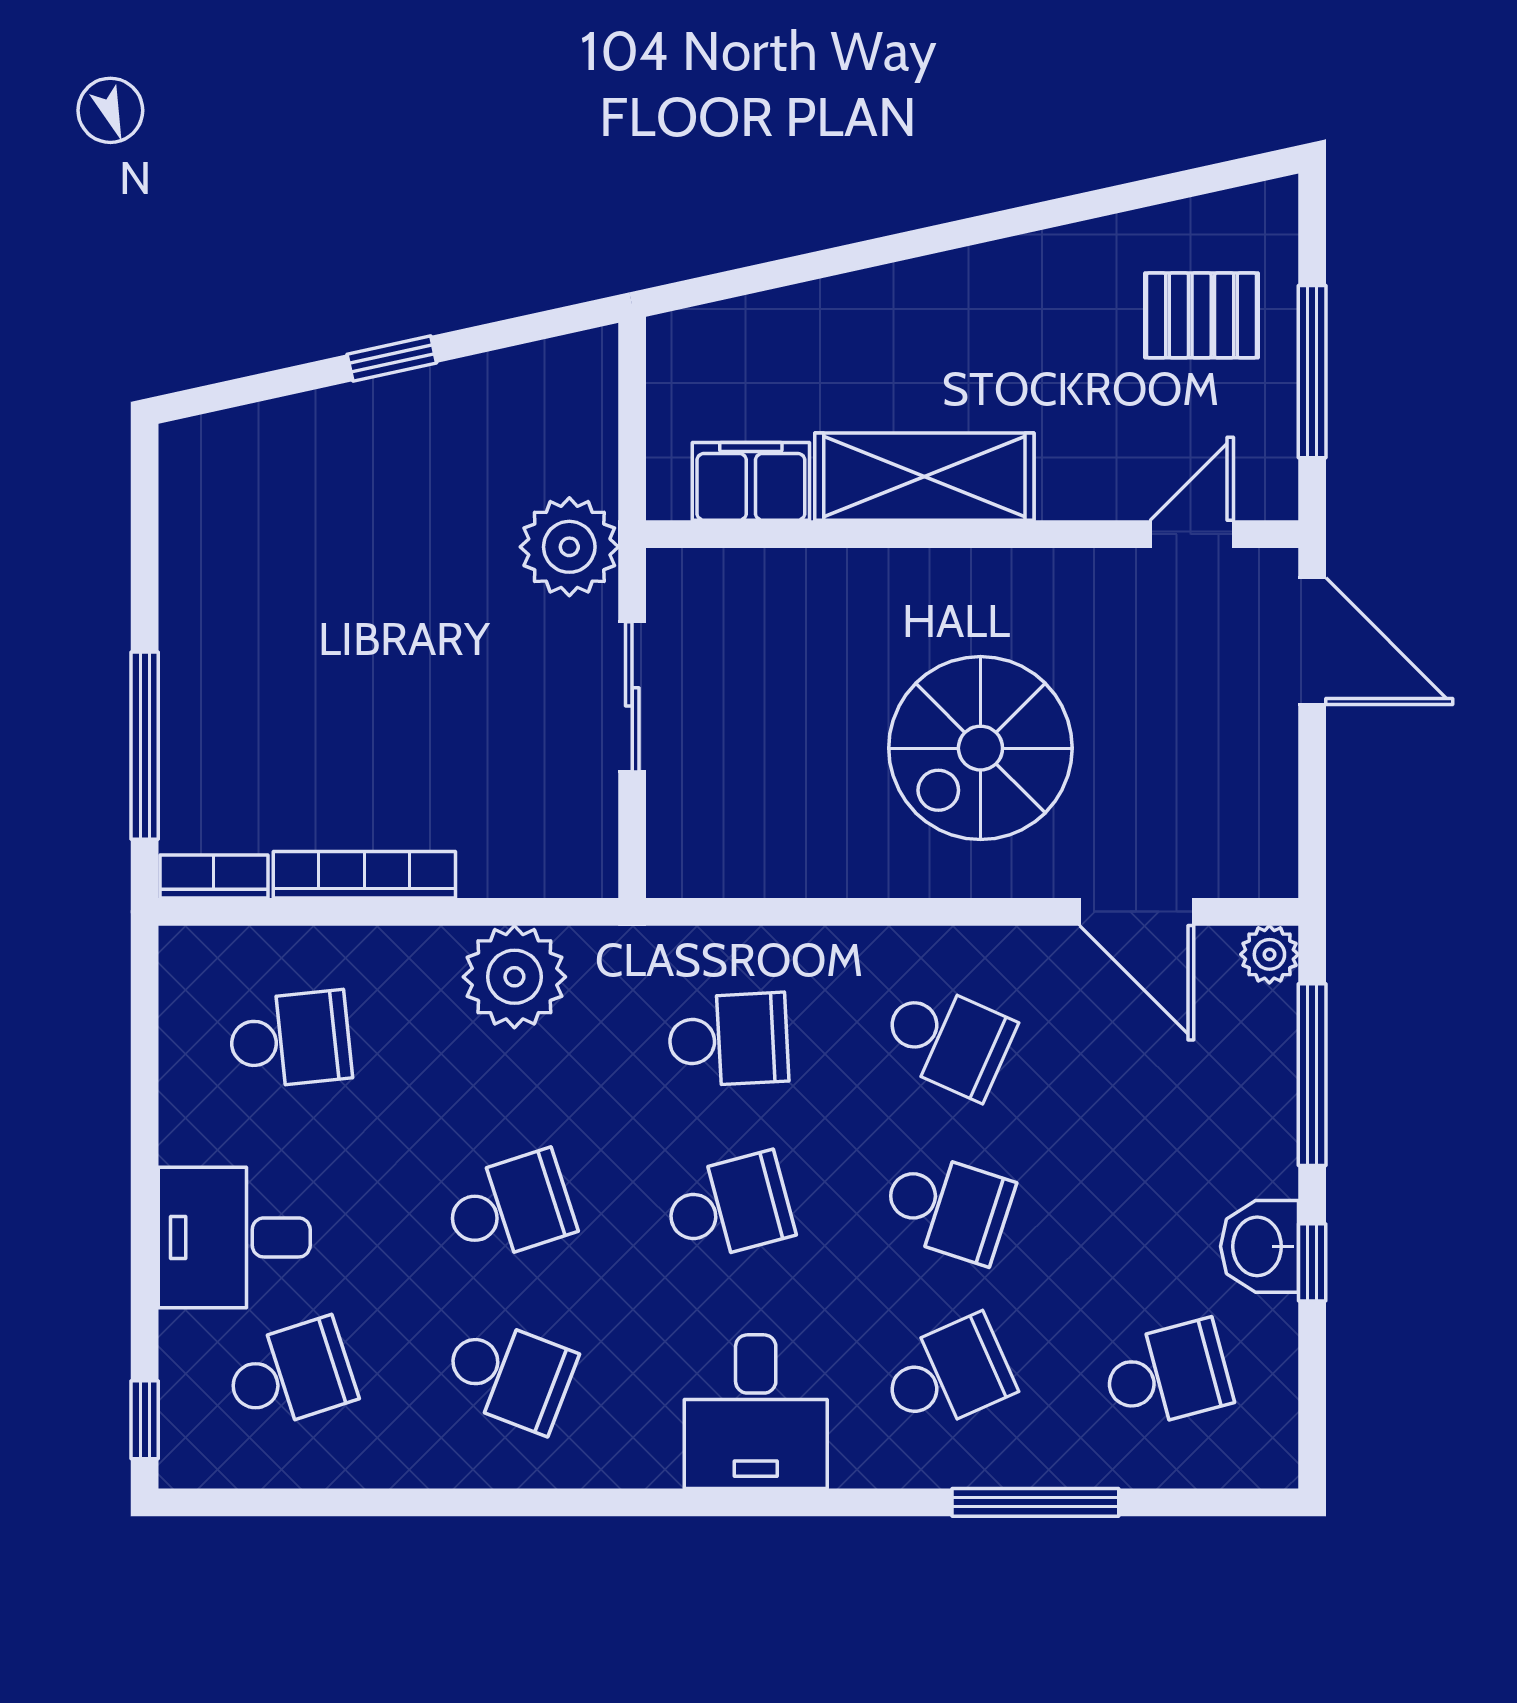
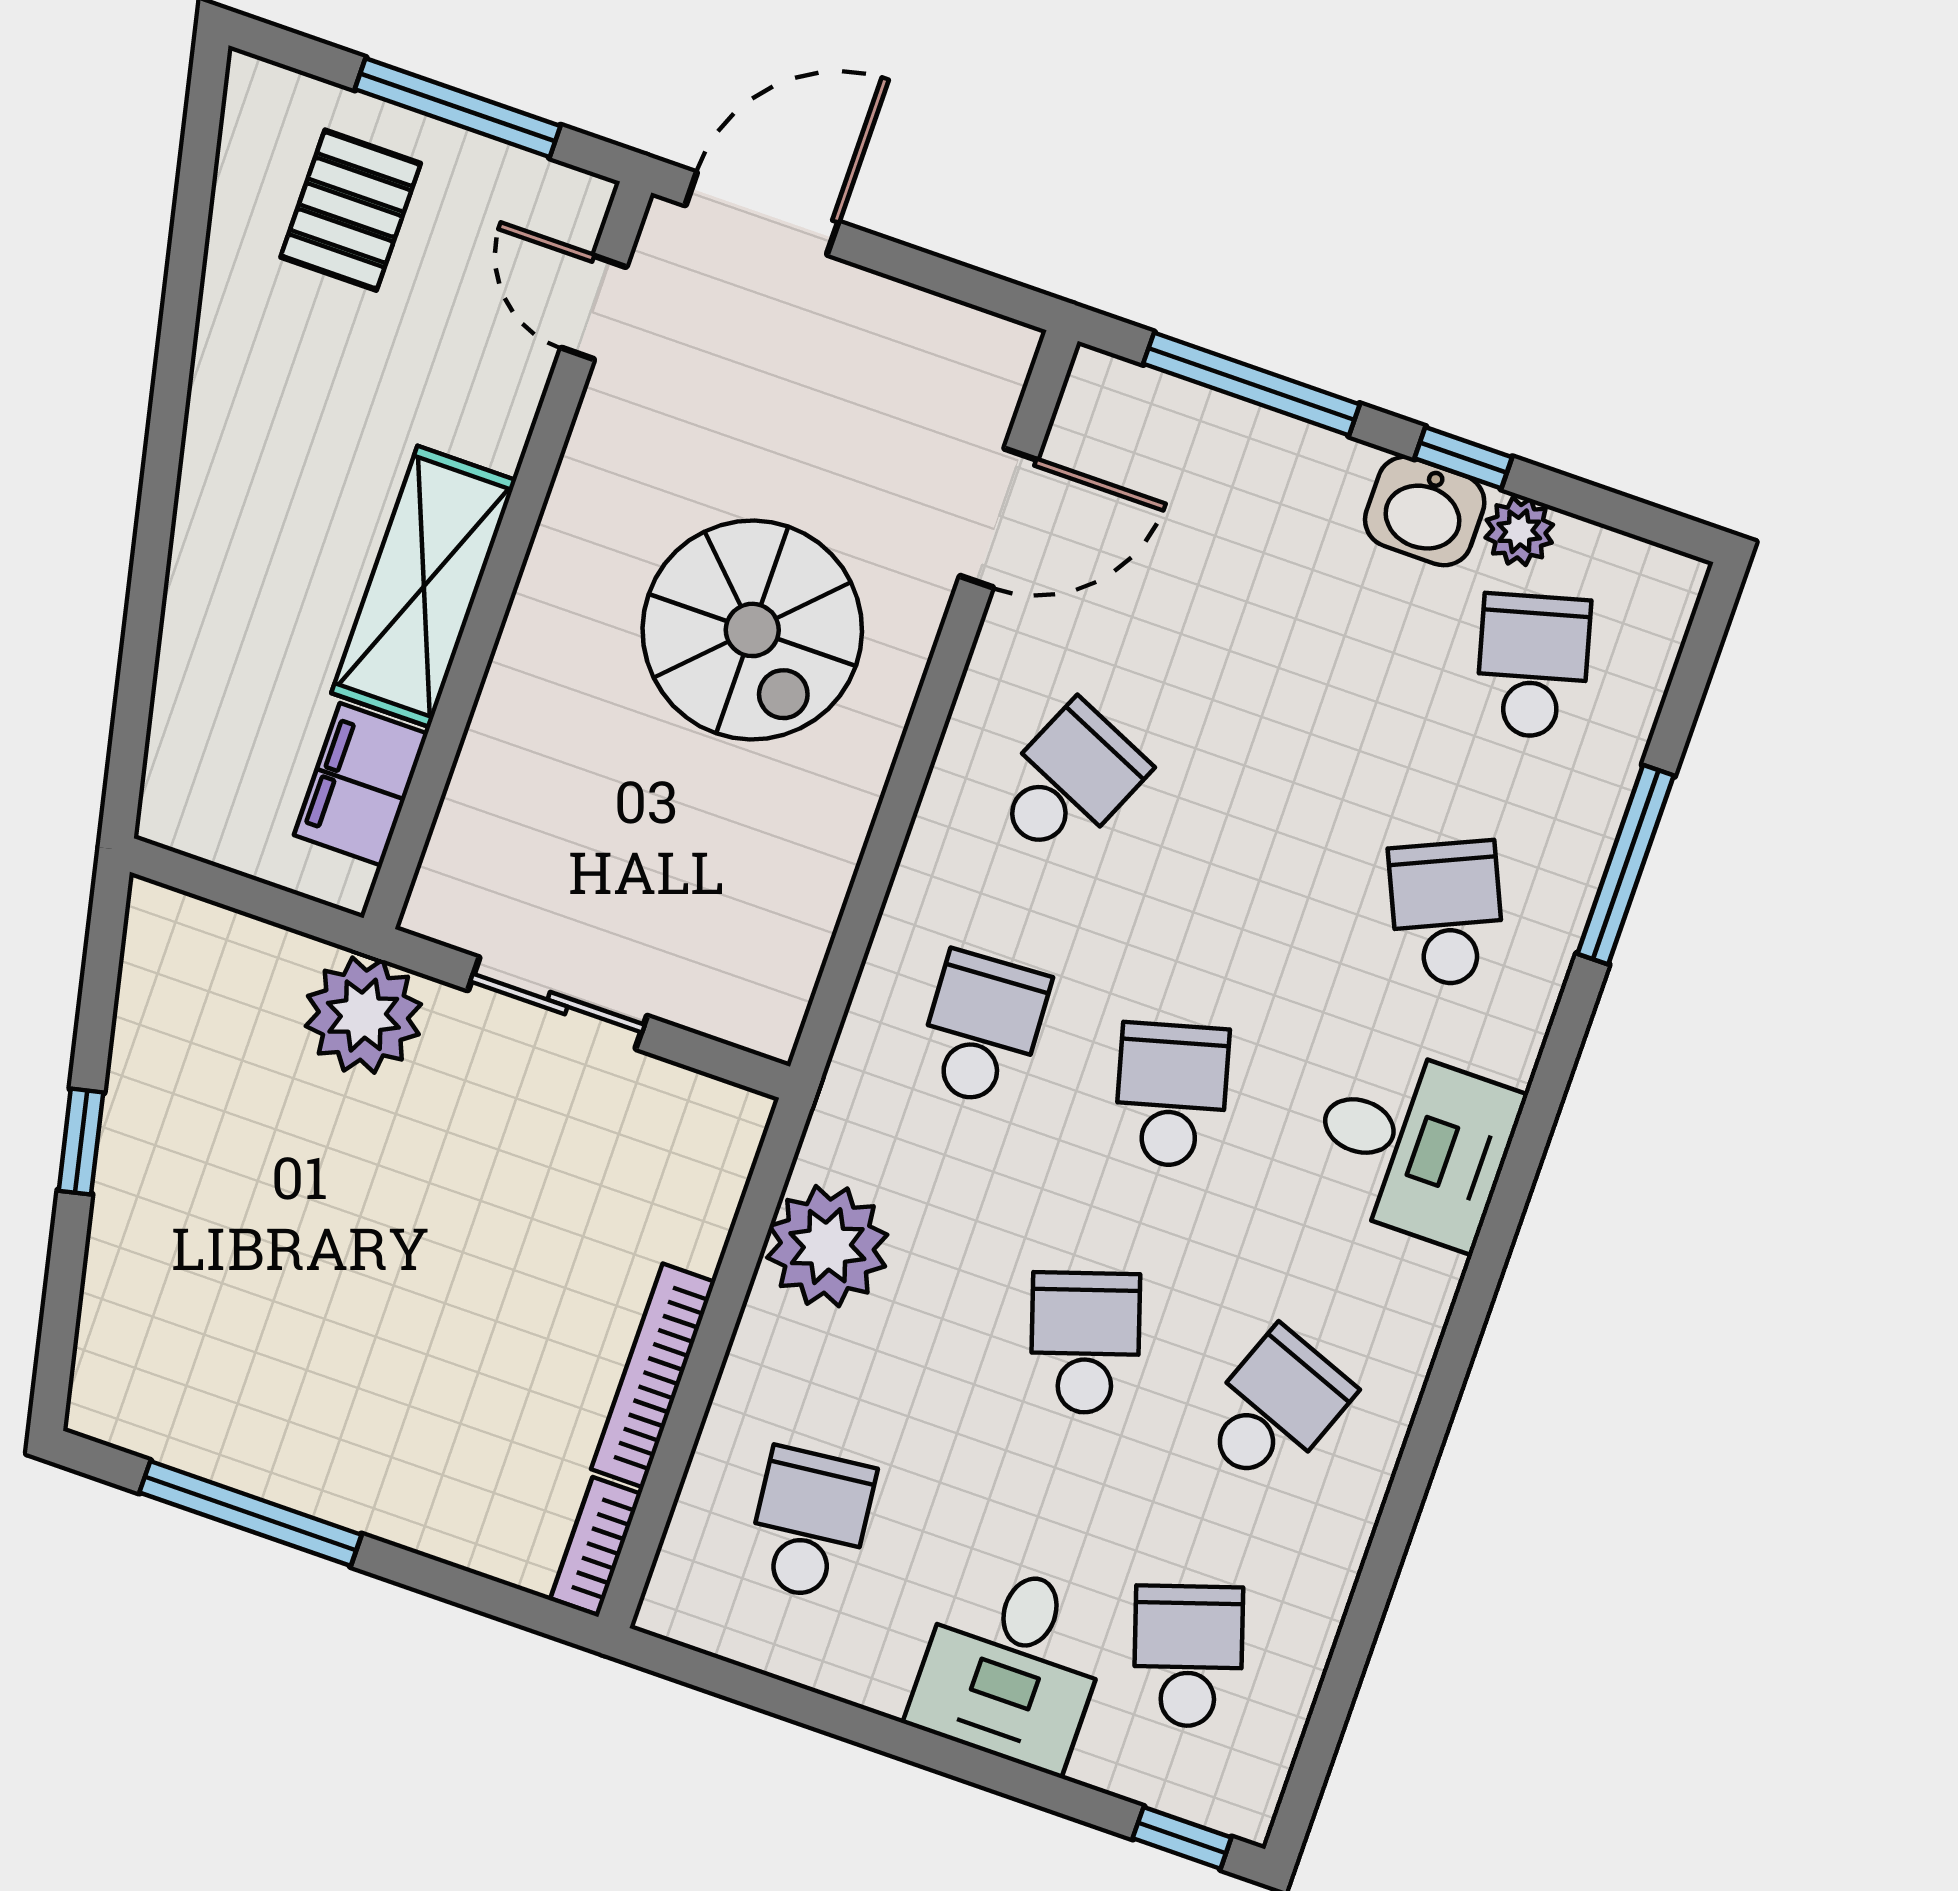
window: (145, 746) -> (251, 1514), moved
plant: (1269, 954) -> (1519, 531), moved
school desk: (948, 1207) -> (1258, 848), removed

